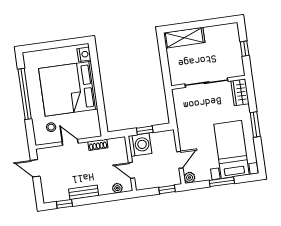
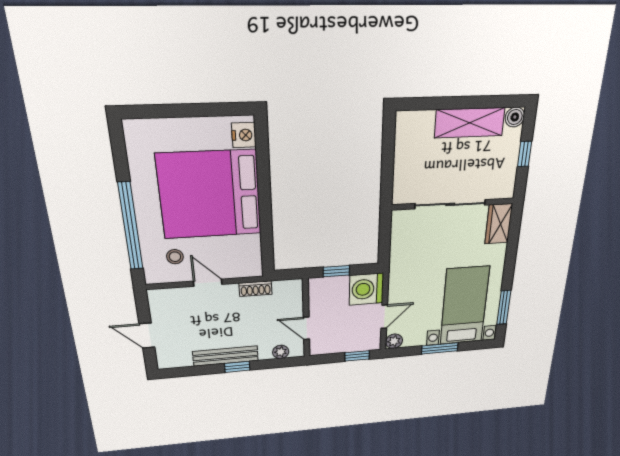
boiler: (233, 28) -> (515, 117), added
shelving: (184, 38) -> (470, 123), moved
window: (25, 94) -> (130, 227), moved
window: (255, 124) -> (504, 307), moved
washing machine: (140, 145) -> (366, 289), moved, turned 180
door: (35, 168) -> (147, 336), moved
bench: (84, 192) -> (226, 356), width x1.36
window: (64, 204) -> (237, 367), moved

